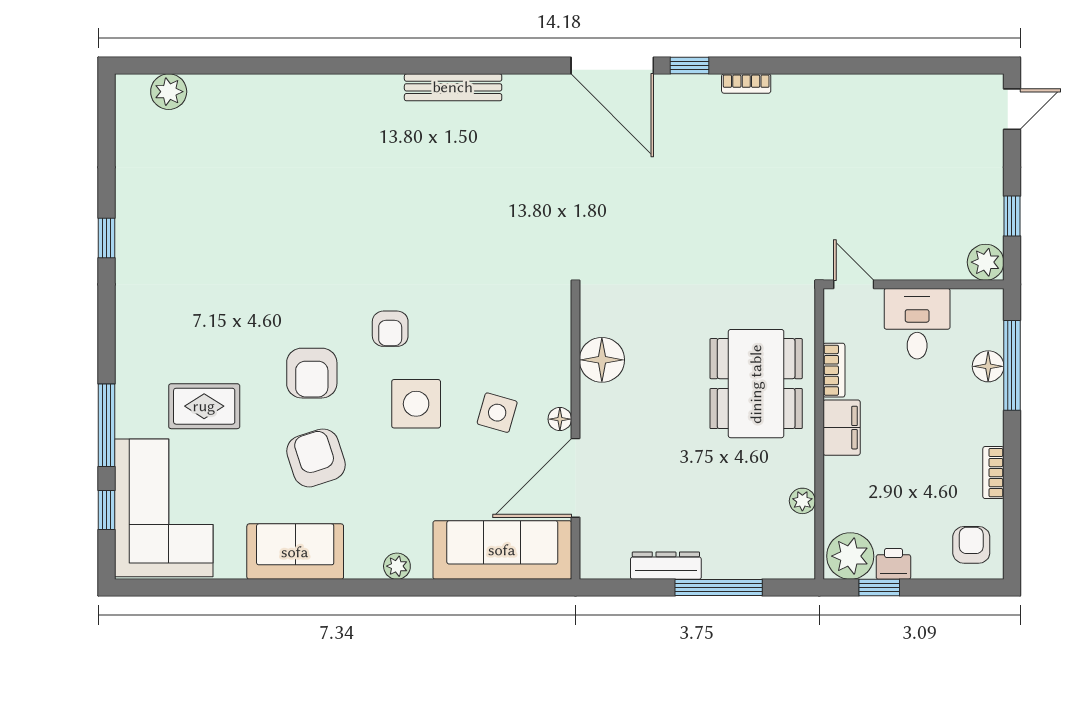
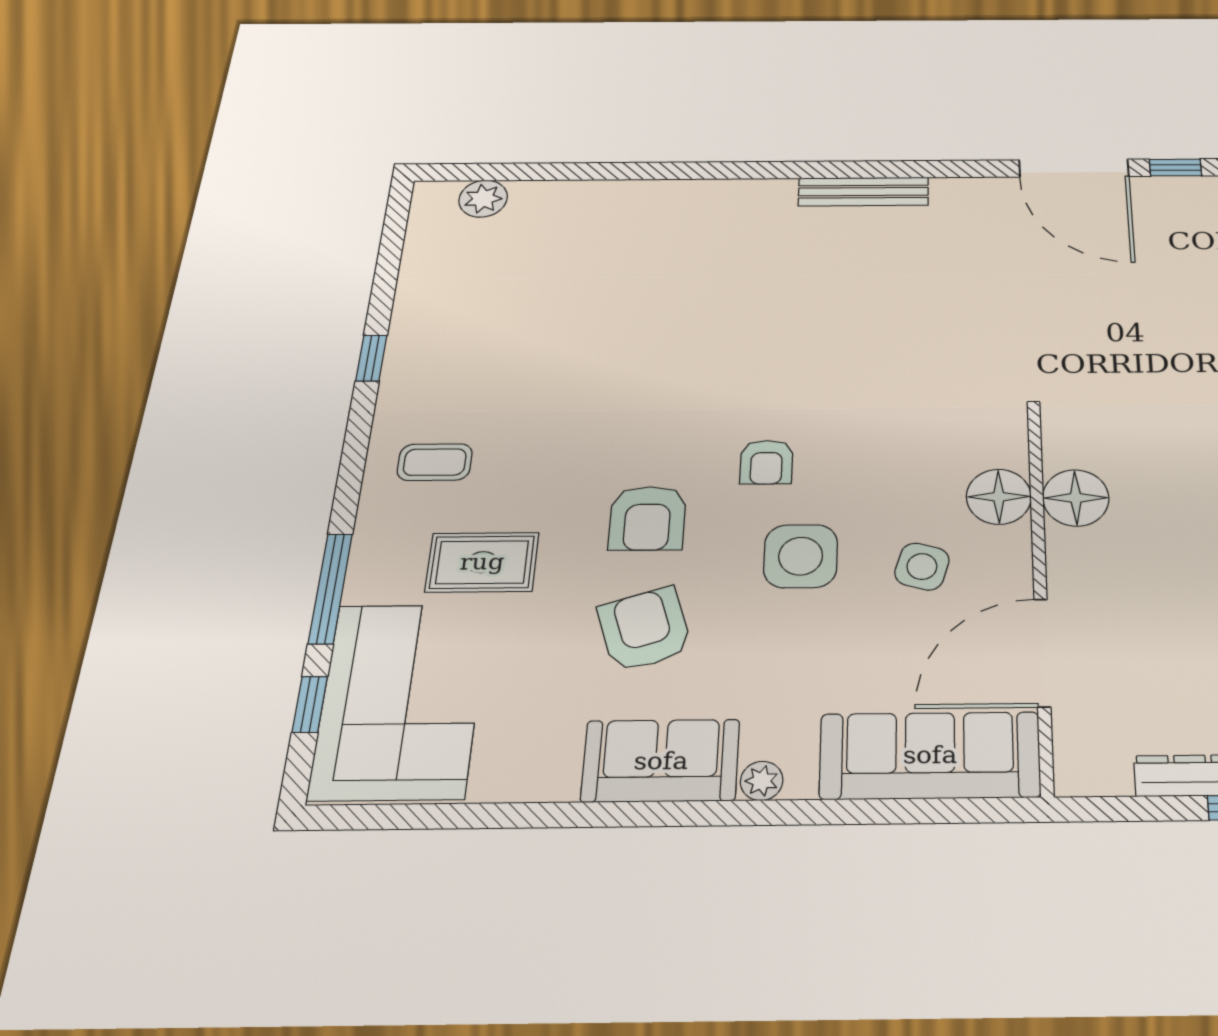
coffee table: (163, 326) -> (435, 462), added
floor lamp: (560, 419) -> (999, 497), moved, width x1.89, depth x1.89
sofa: (295, 552) -> (661, 761), moved

